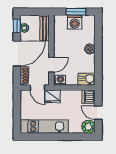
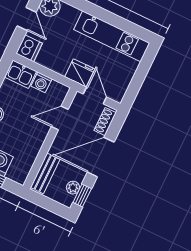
washing machine: (60, 80) -> (42, 82), moved

